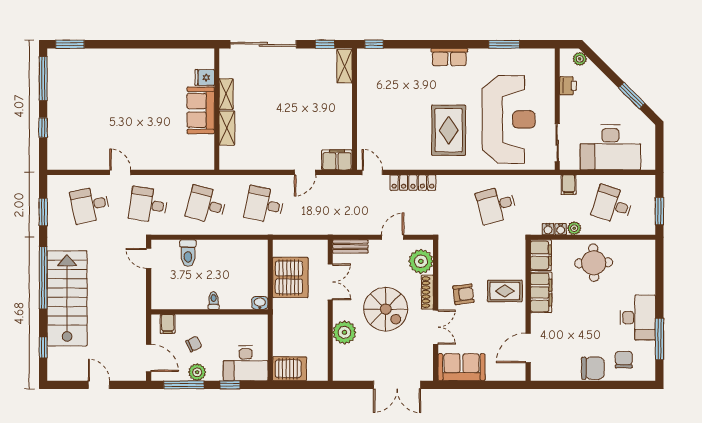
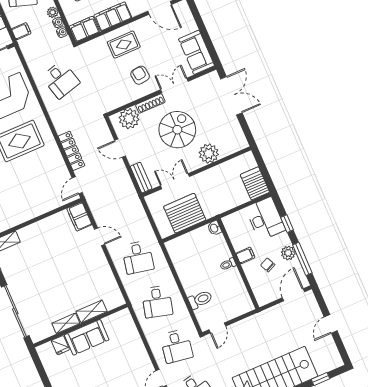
rug: (505, 291) -> (124, 45), turned 90
filing cabinet: (168, 324) -> (245, 255), moved

